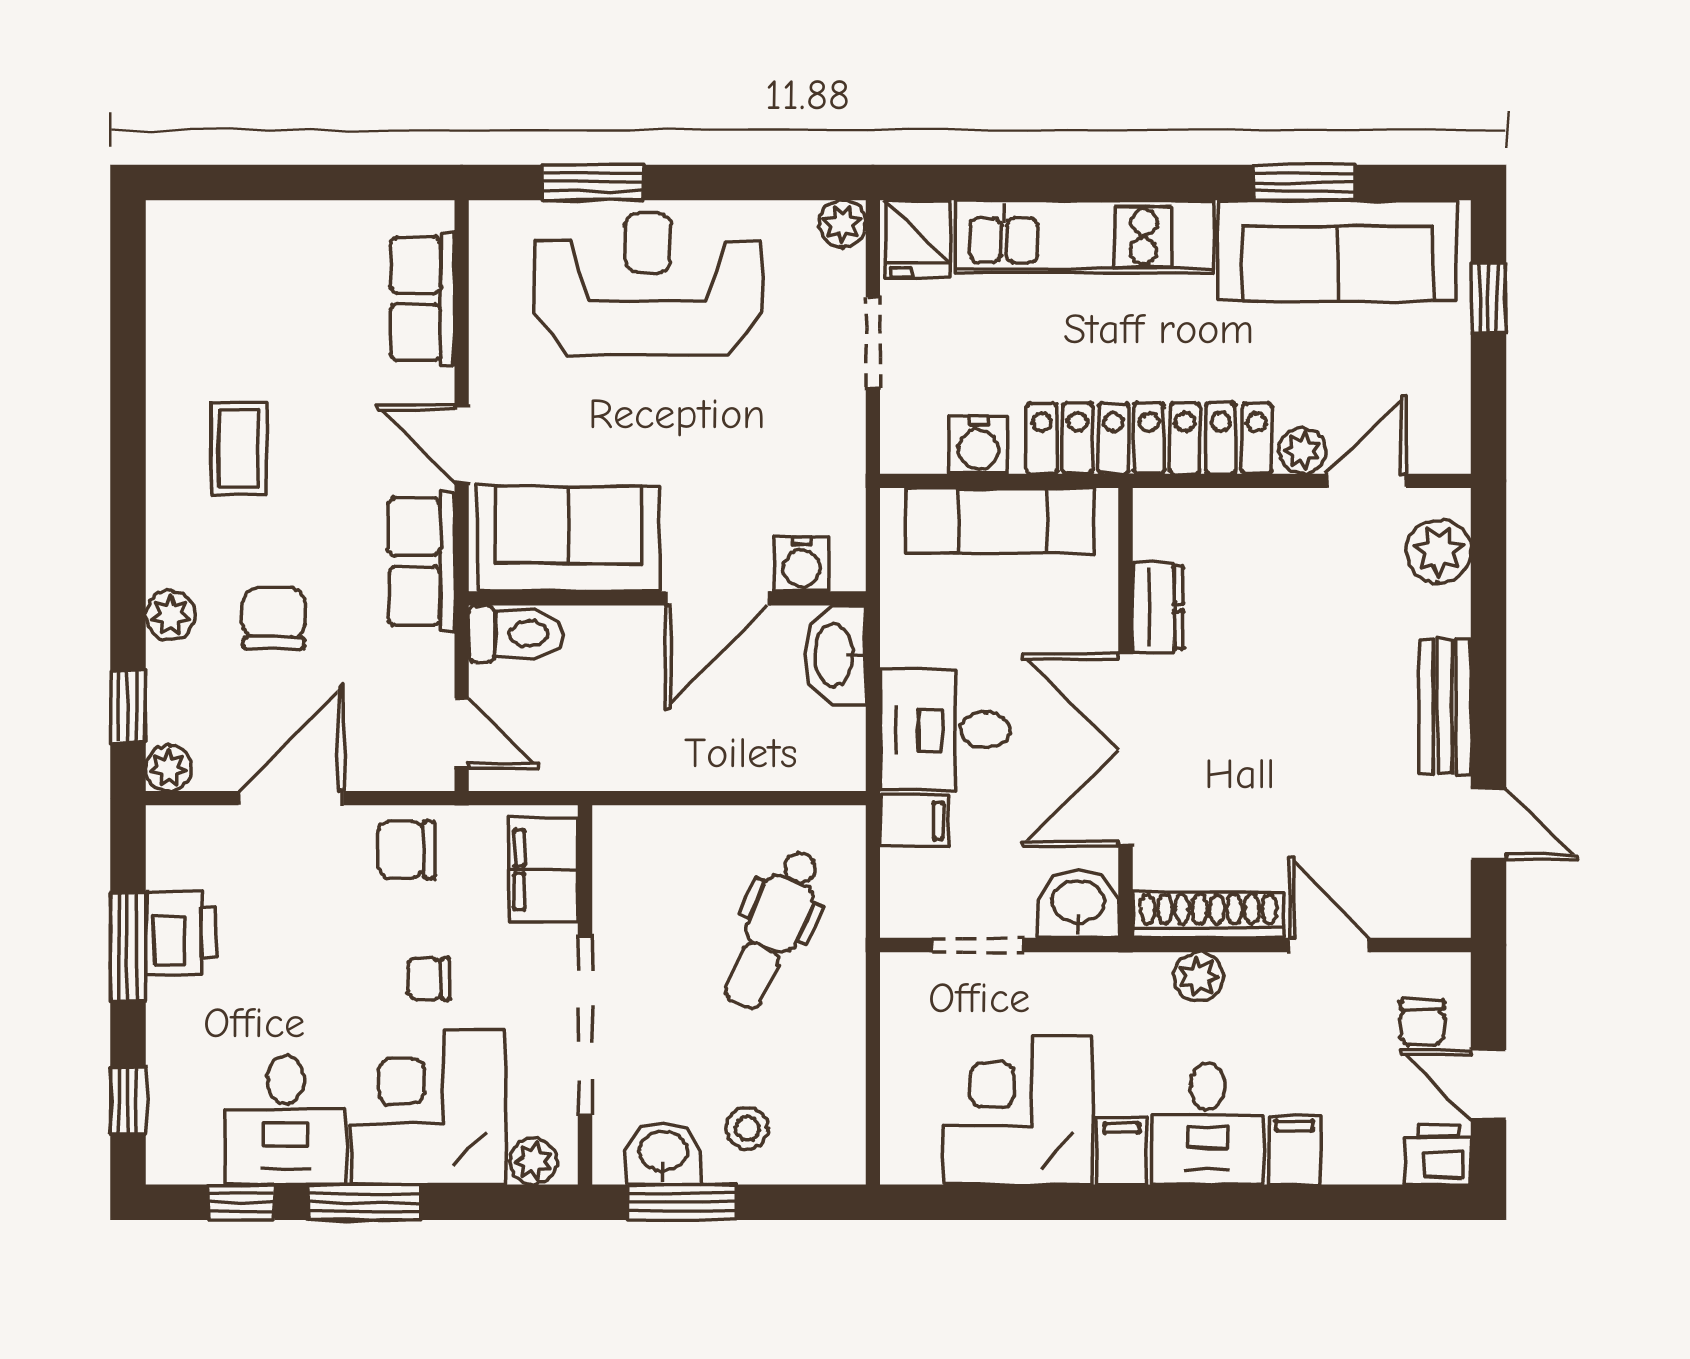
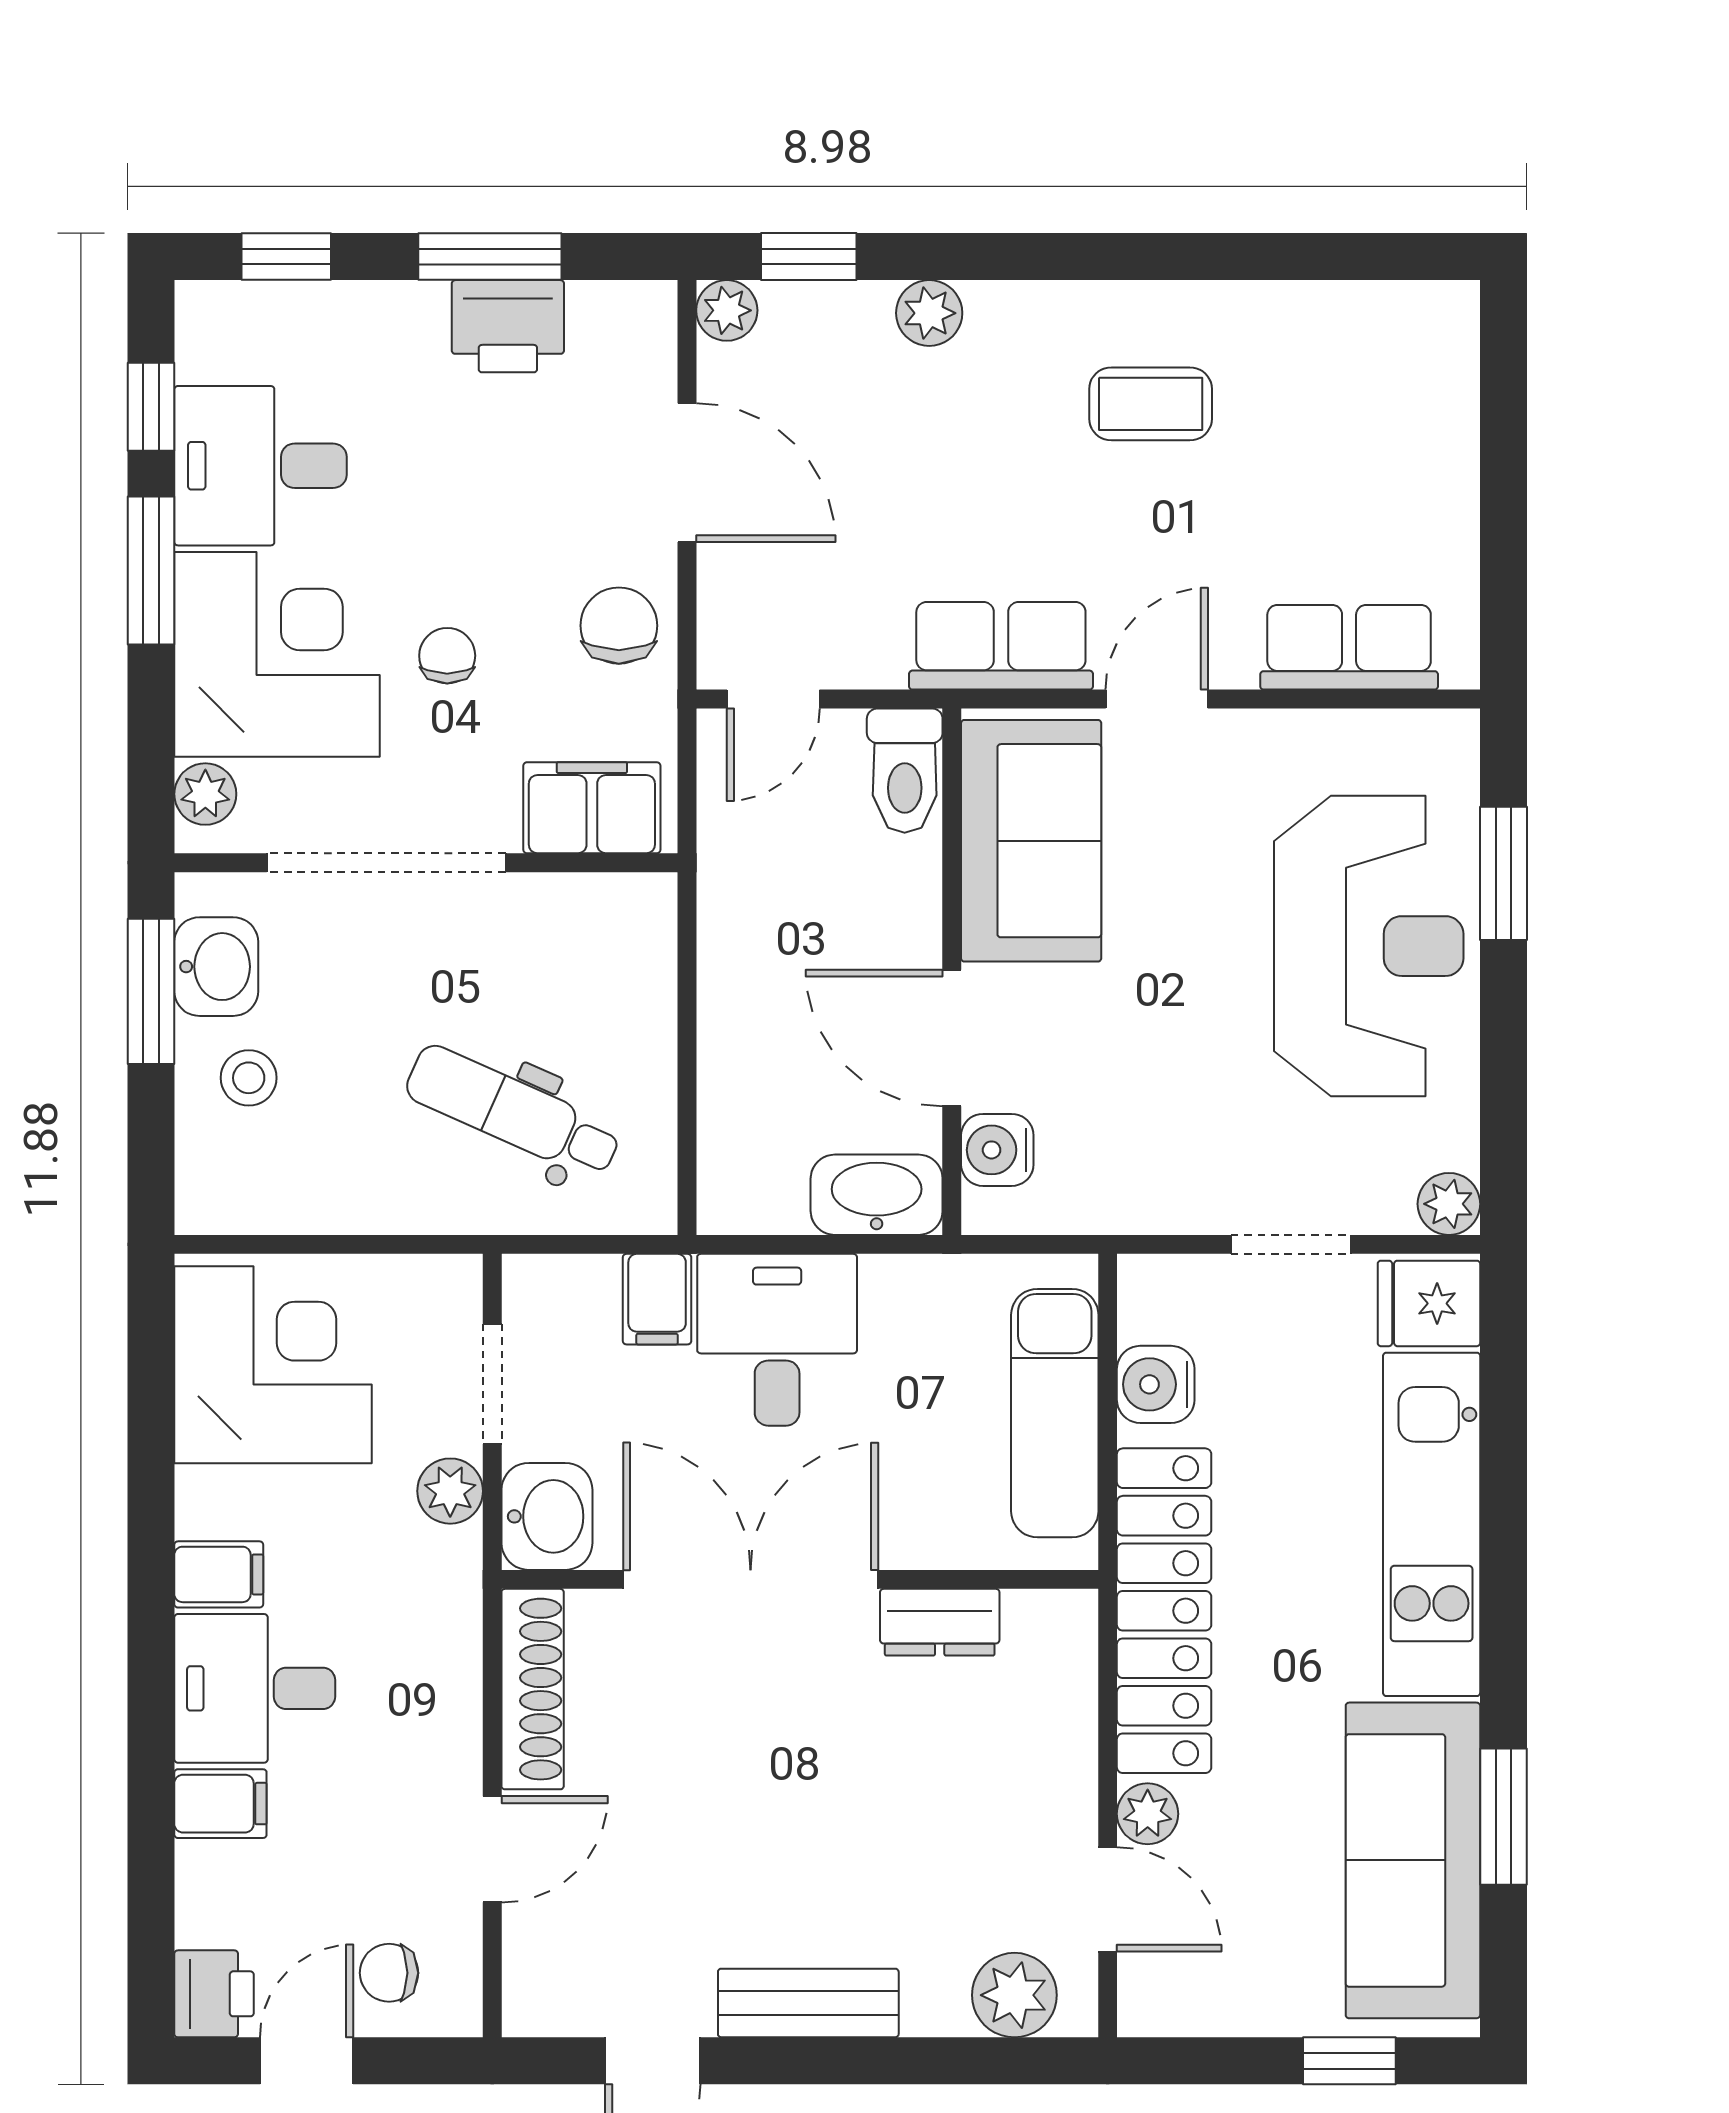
chair: (274, 618) -> (925, 450), removed
plant: (1198, 977) -> (450, 1491), moved
corner desk: (1018, 1110) -> (273, 1365), moved

